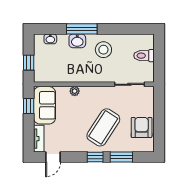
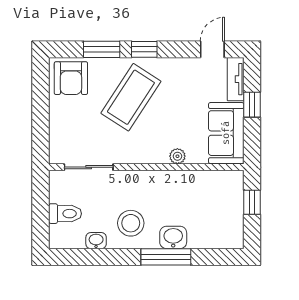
washbasin: (50, 39) -> (96, 241), moved
window: (29, 106) -> (252, 105), moved
armchair: (142, 127) -> (71, 78), moved

